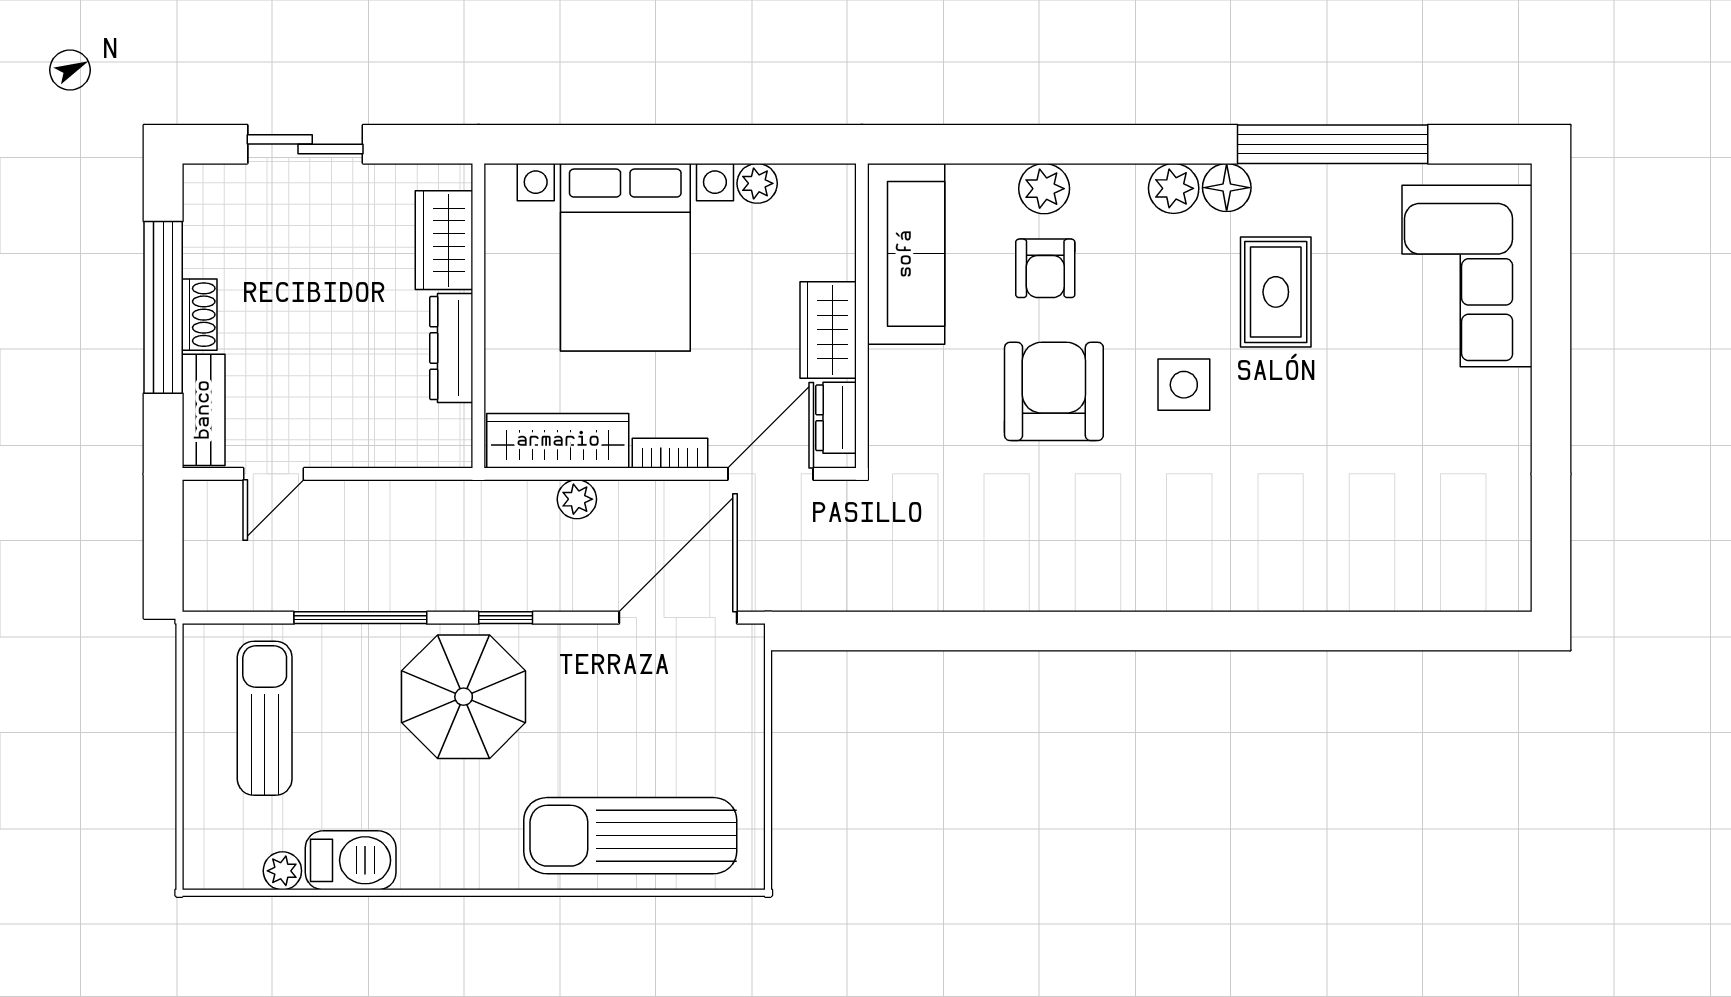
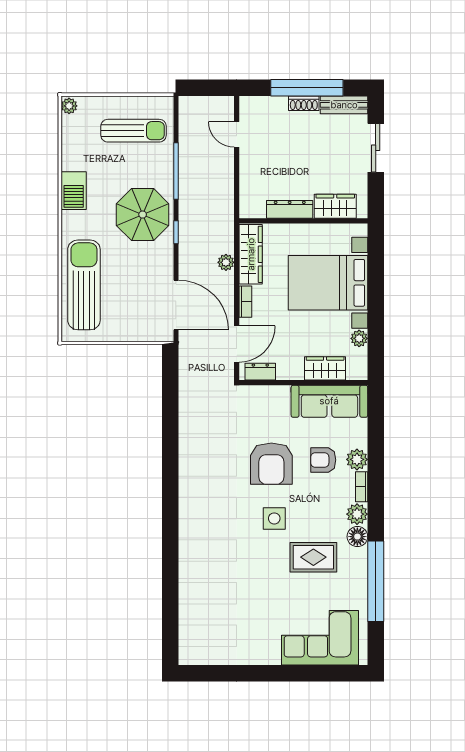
bookcase: (1109, 178) -> (362, 487), added
wardrobe: (828, 330) -> (325, 368), moved
armchair: (1054, 391) -> (271, 464), turned 90
bench: (204, 410) -> (344, 105), moved
door: (770, 474) -> (237, 344), hinge flipped
barbecue: (351, 860) -> (74, 191), moved
plant: (282, 871) -> (69, 106), moved

